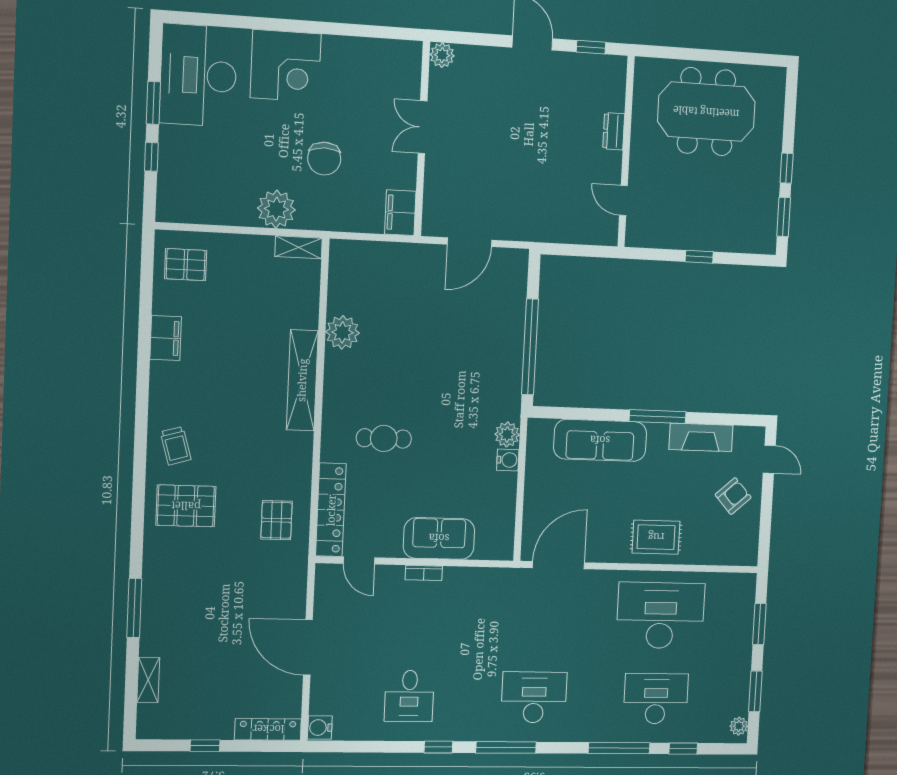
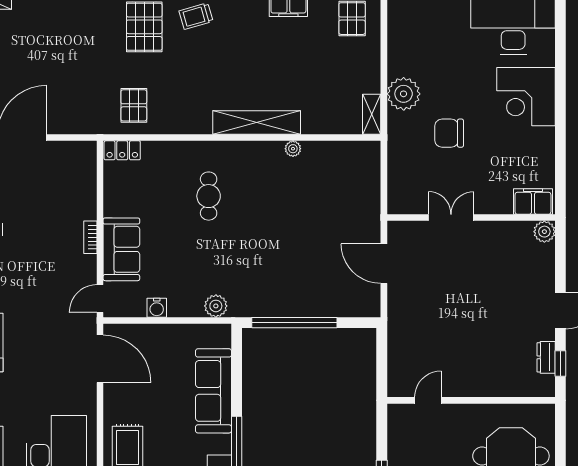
double door: (423, 127) -> (451, 217), moved
dresser: (614, 131) -> (546, 357), moved, turned -90
filing cabinet: (400, 213) -> (533, 201), moved
plant: (342, 332) -> (293, 149), width x0.53, depth x0.53
water cooler: (508, 460) -> (157, 308), moved
locker: (331, 510) -> (122, 150), width x0.46, depth x0.83
pallet: (277, 520) -> (134, 105), turned 90
door: (359, 561) -> (100, 299), moved

